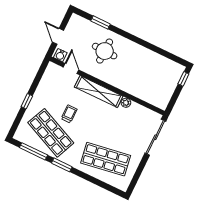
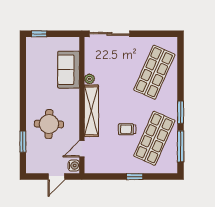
sofa: (142, 89) -> (69, 70), added
shop shelf: (106, 159) -> (154, 72), turned 33

